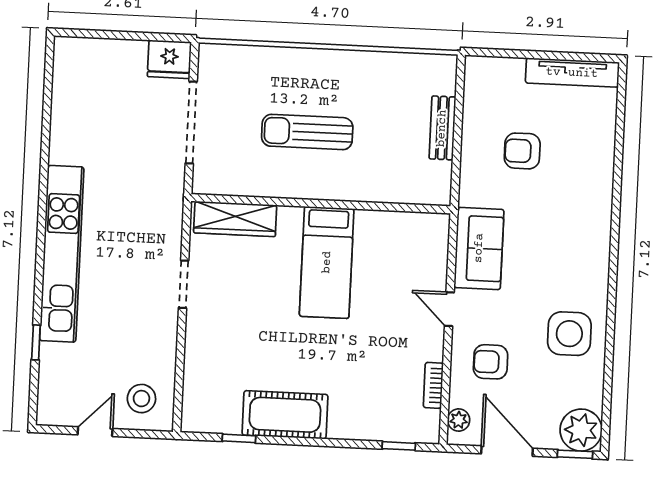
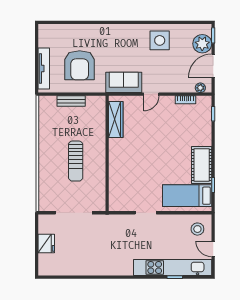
fridge: (169, 59) -> (46, 243), moved
tv unit: (572, 73) -> (44, 69), moved
armchair: (522, 151) -> (80, 65), width x1.88, depth x1.88
wardrobe: (235, 219) -> (116, 119), moved
kitchen unit: (62, 254) -> (173, 267), moved
bed: (327, 262) -> (187, 196), moved, turned 180
armchair: (491, 362) -> (174, 75), removed
plant: (581, 430) -> (202, 44), moved

